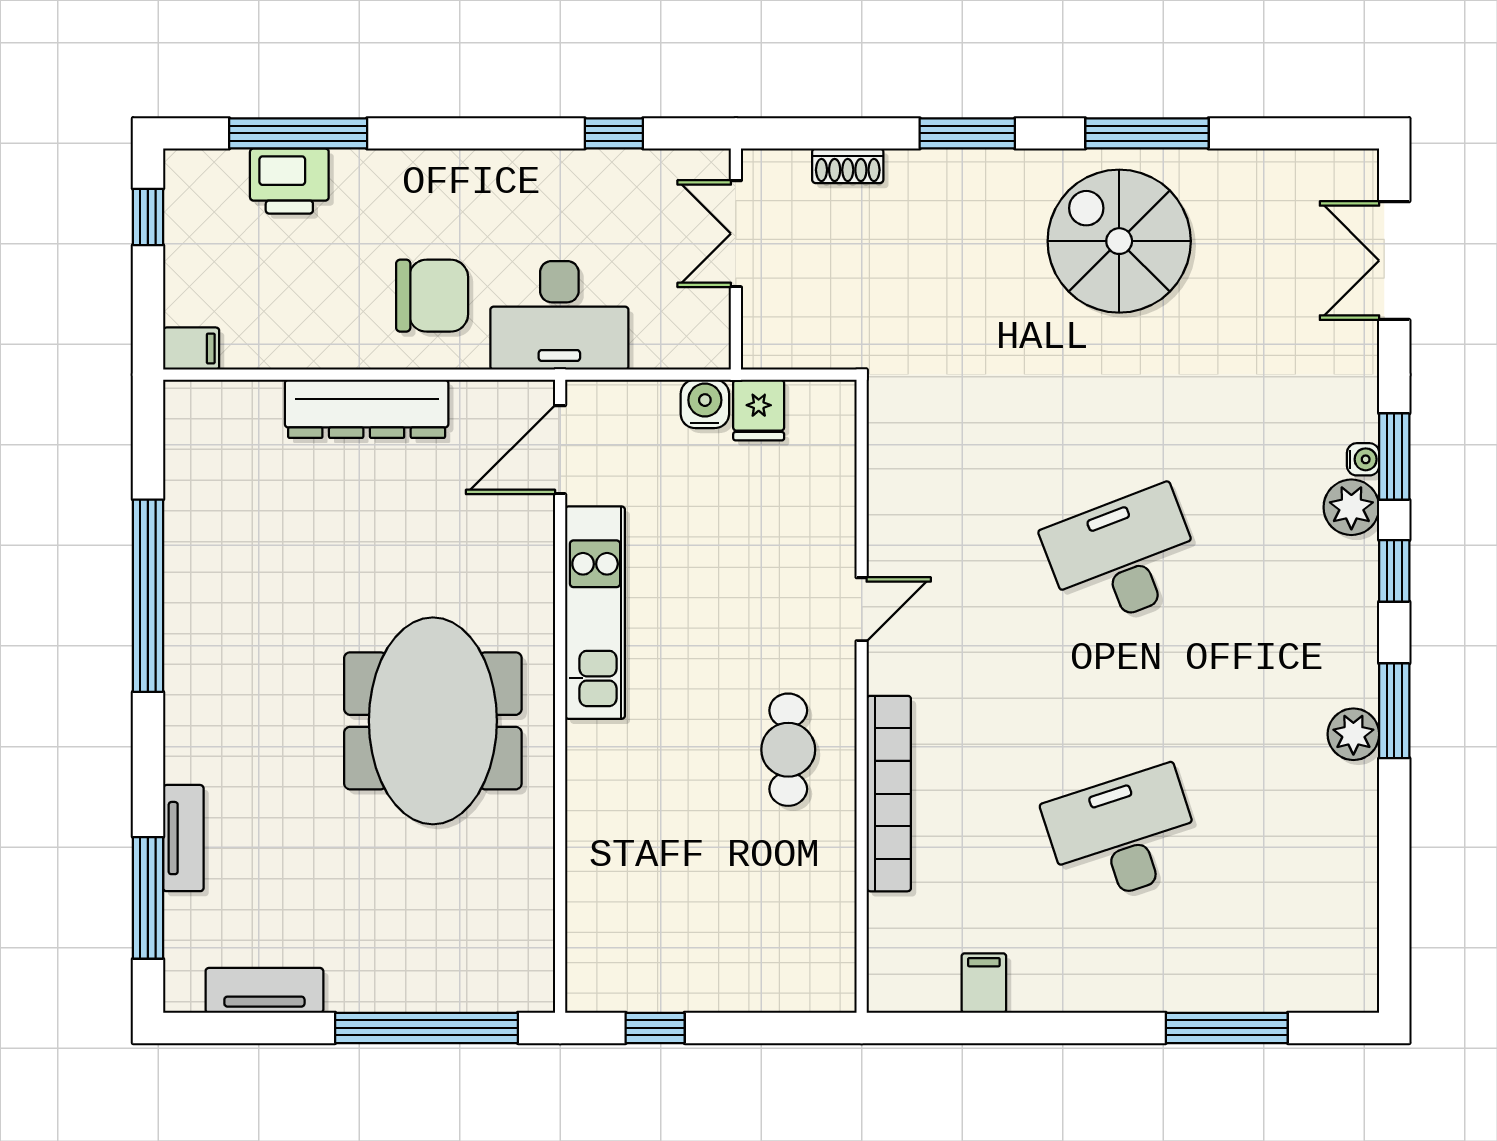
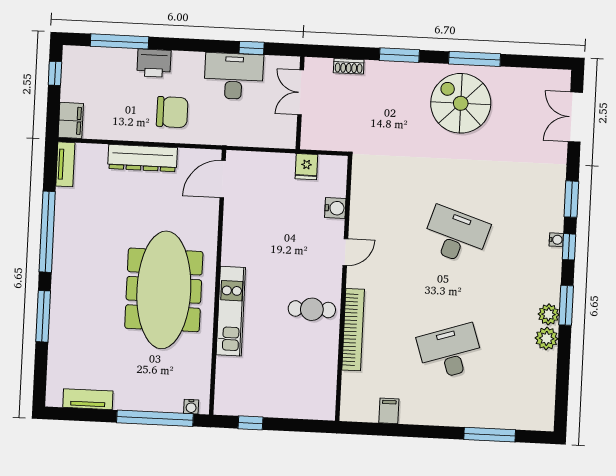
printer: (289, 181) -> (154, 63), moved
desk: (559, 315) -> (234, 76), moved, turned 180
filing cabinet: (191, 349) -> (71, 120), width x2.00
water cooler: (705, 404) -> (335, 208), moved, turned 90
water cooler: (1363, 459) -> (556, 240), moved
plant: (1351, 507) -> (547, 338), moved
desk: (1123, 557) -> (456, 236), turned 39
kitchen unit: (595, 613) -> (231, 311), moved
meeting table: (433, 721) -> (164, 290), width x1.36
cafe table: (788, 750) -> (312, 309), turned 90
tv unit: (183, 838) -> (65, 164), moved
window: (148, 898) -> (43, 316), moved
water cooler: (512, 996) -> (191, 407), added

